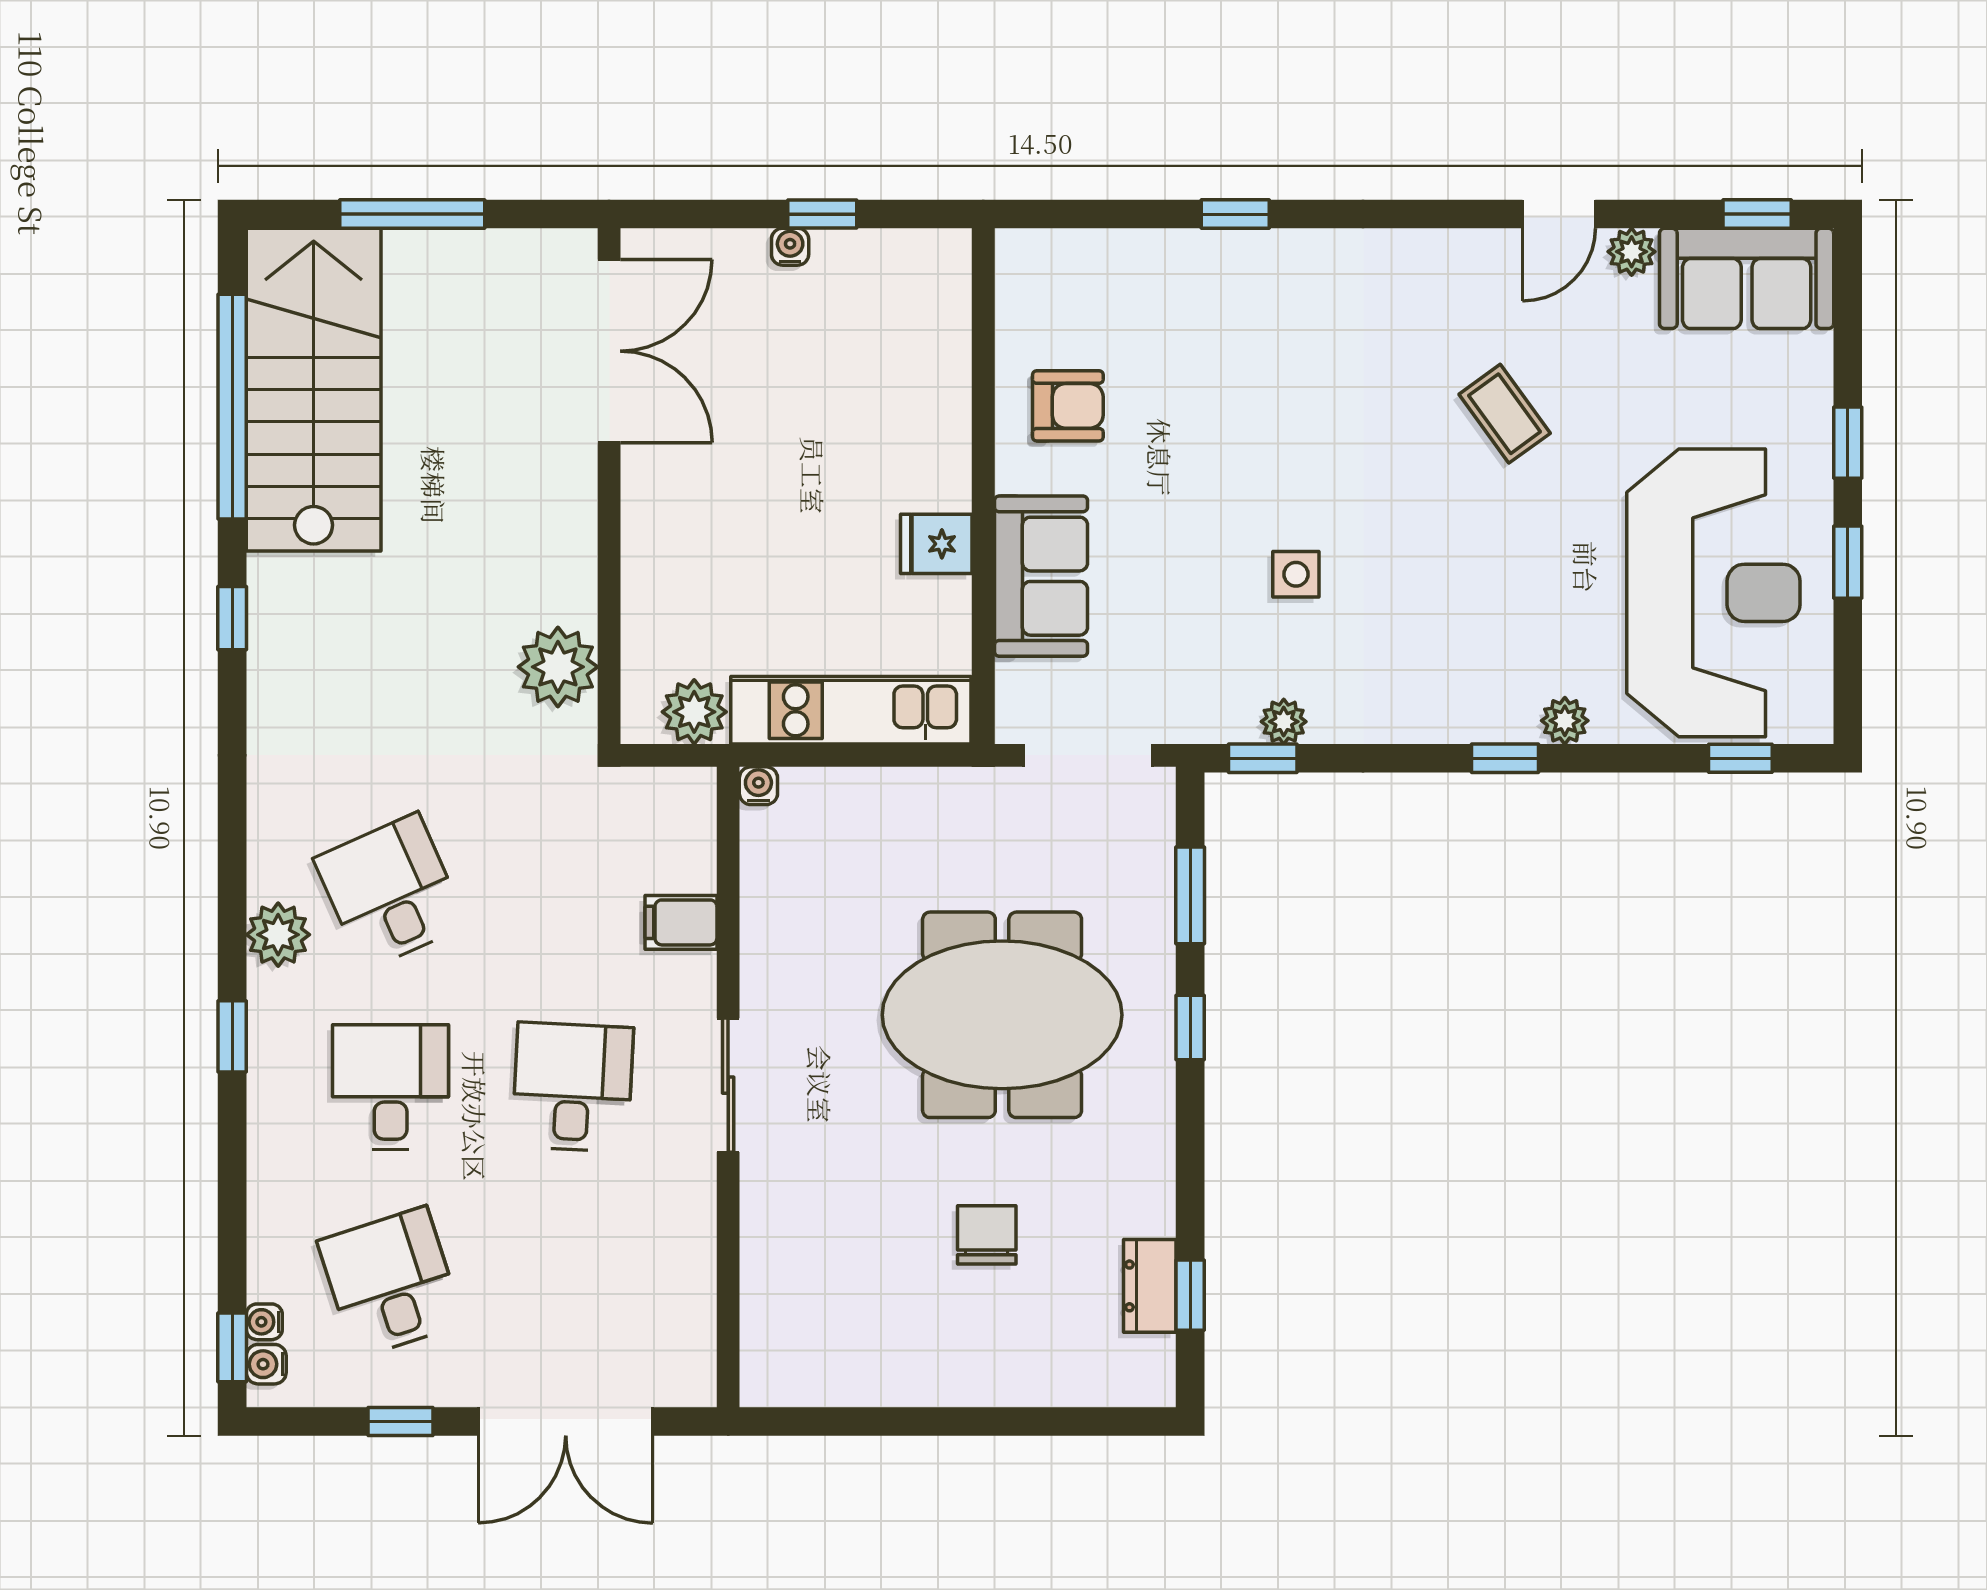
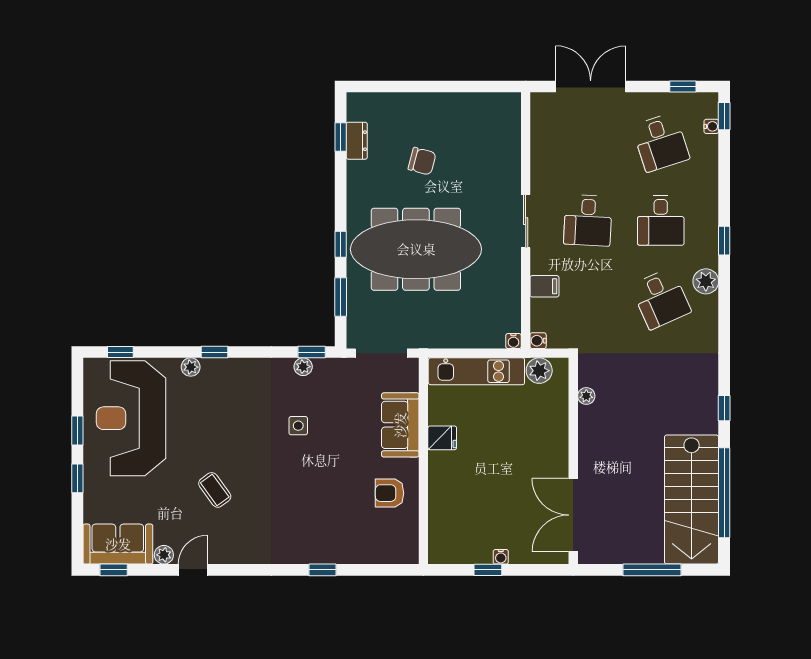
plant: (558, 667) -> (586, 396), width x0.53, depth x0.53
meeting table: (1002, 1015) -> (416, 249), width x1.36
chair: (987, 1235) -> (422, 161), turned -75
water cooler: (266, 1364) -> (538, 341), moved, turned 180
window: (400, 1421) -> (683, 86), moved

